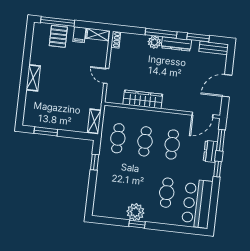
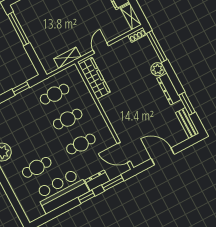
window: (161, 33) -> (157, 47), moved
wardrobe: (143, 99) -> (94, 78), moved
shelving: (94, 121) -> (67, 58), moved
window: (46, 131) -> (18, 29), width x1.44
bar counter: (197, 203) -> (62, 191), moved

